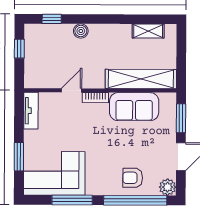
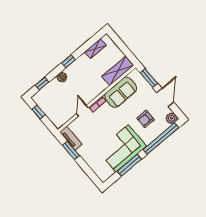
window: (104, 19) -> (68, 61), added
shelving: (141, 79) -> (118, 71), width x0.68
window: (19, 157) -> (71, 150), moved
corner sofa: (54, 173) -> (122, 148), moved
armchair: (133, 178) -> (145, 119), moved

